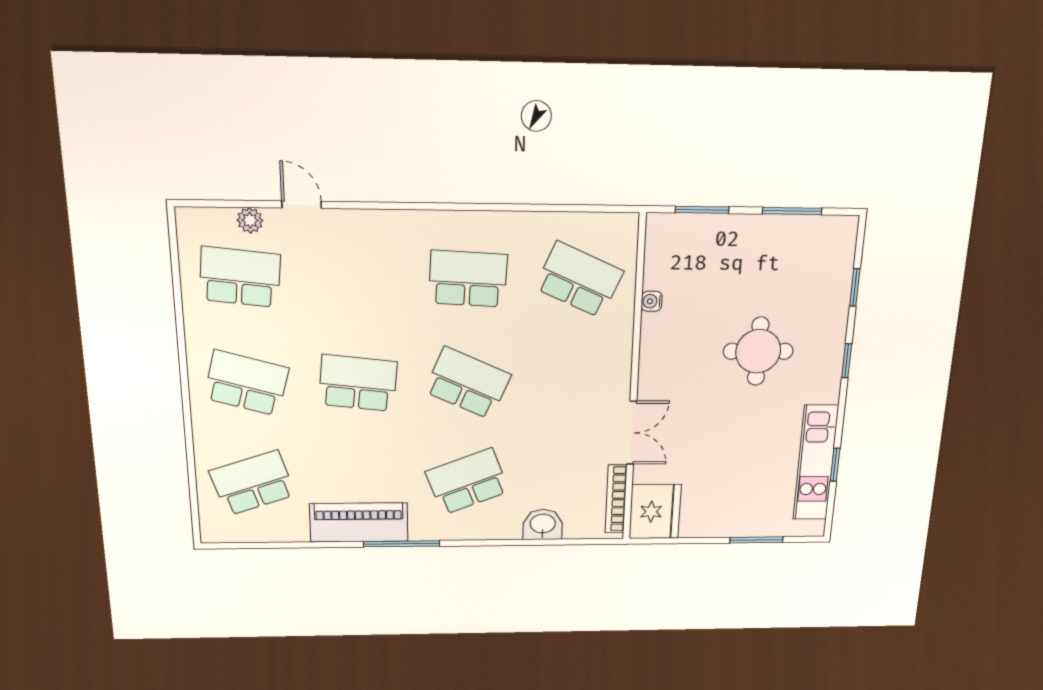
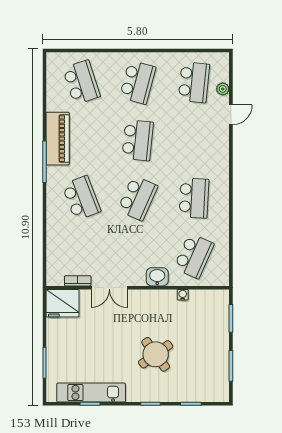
round table: (758, 351) -> (156, 354), turned -36
bookcase: (616, 499) -> (78, 281), width x0.64
washbasin: (543, 524) -> (157, 277), moved, turned -90

